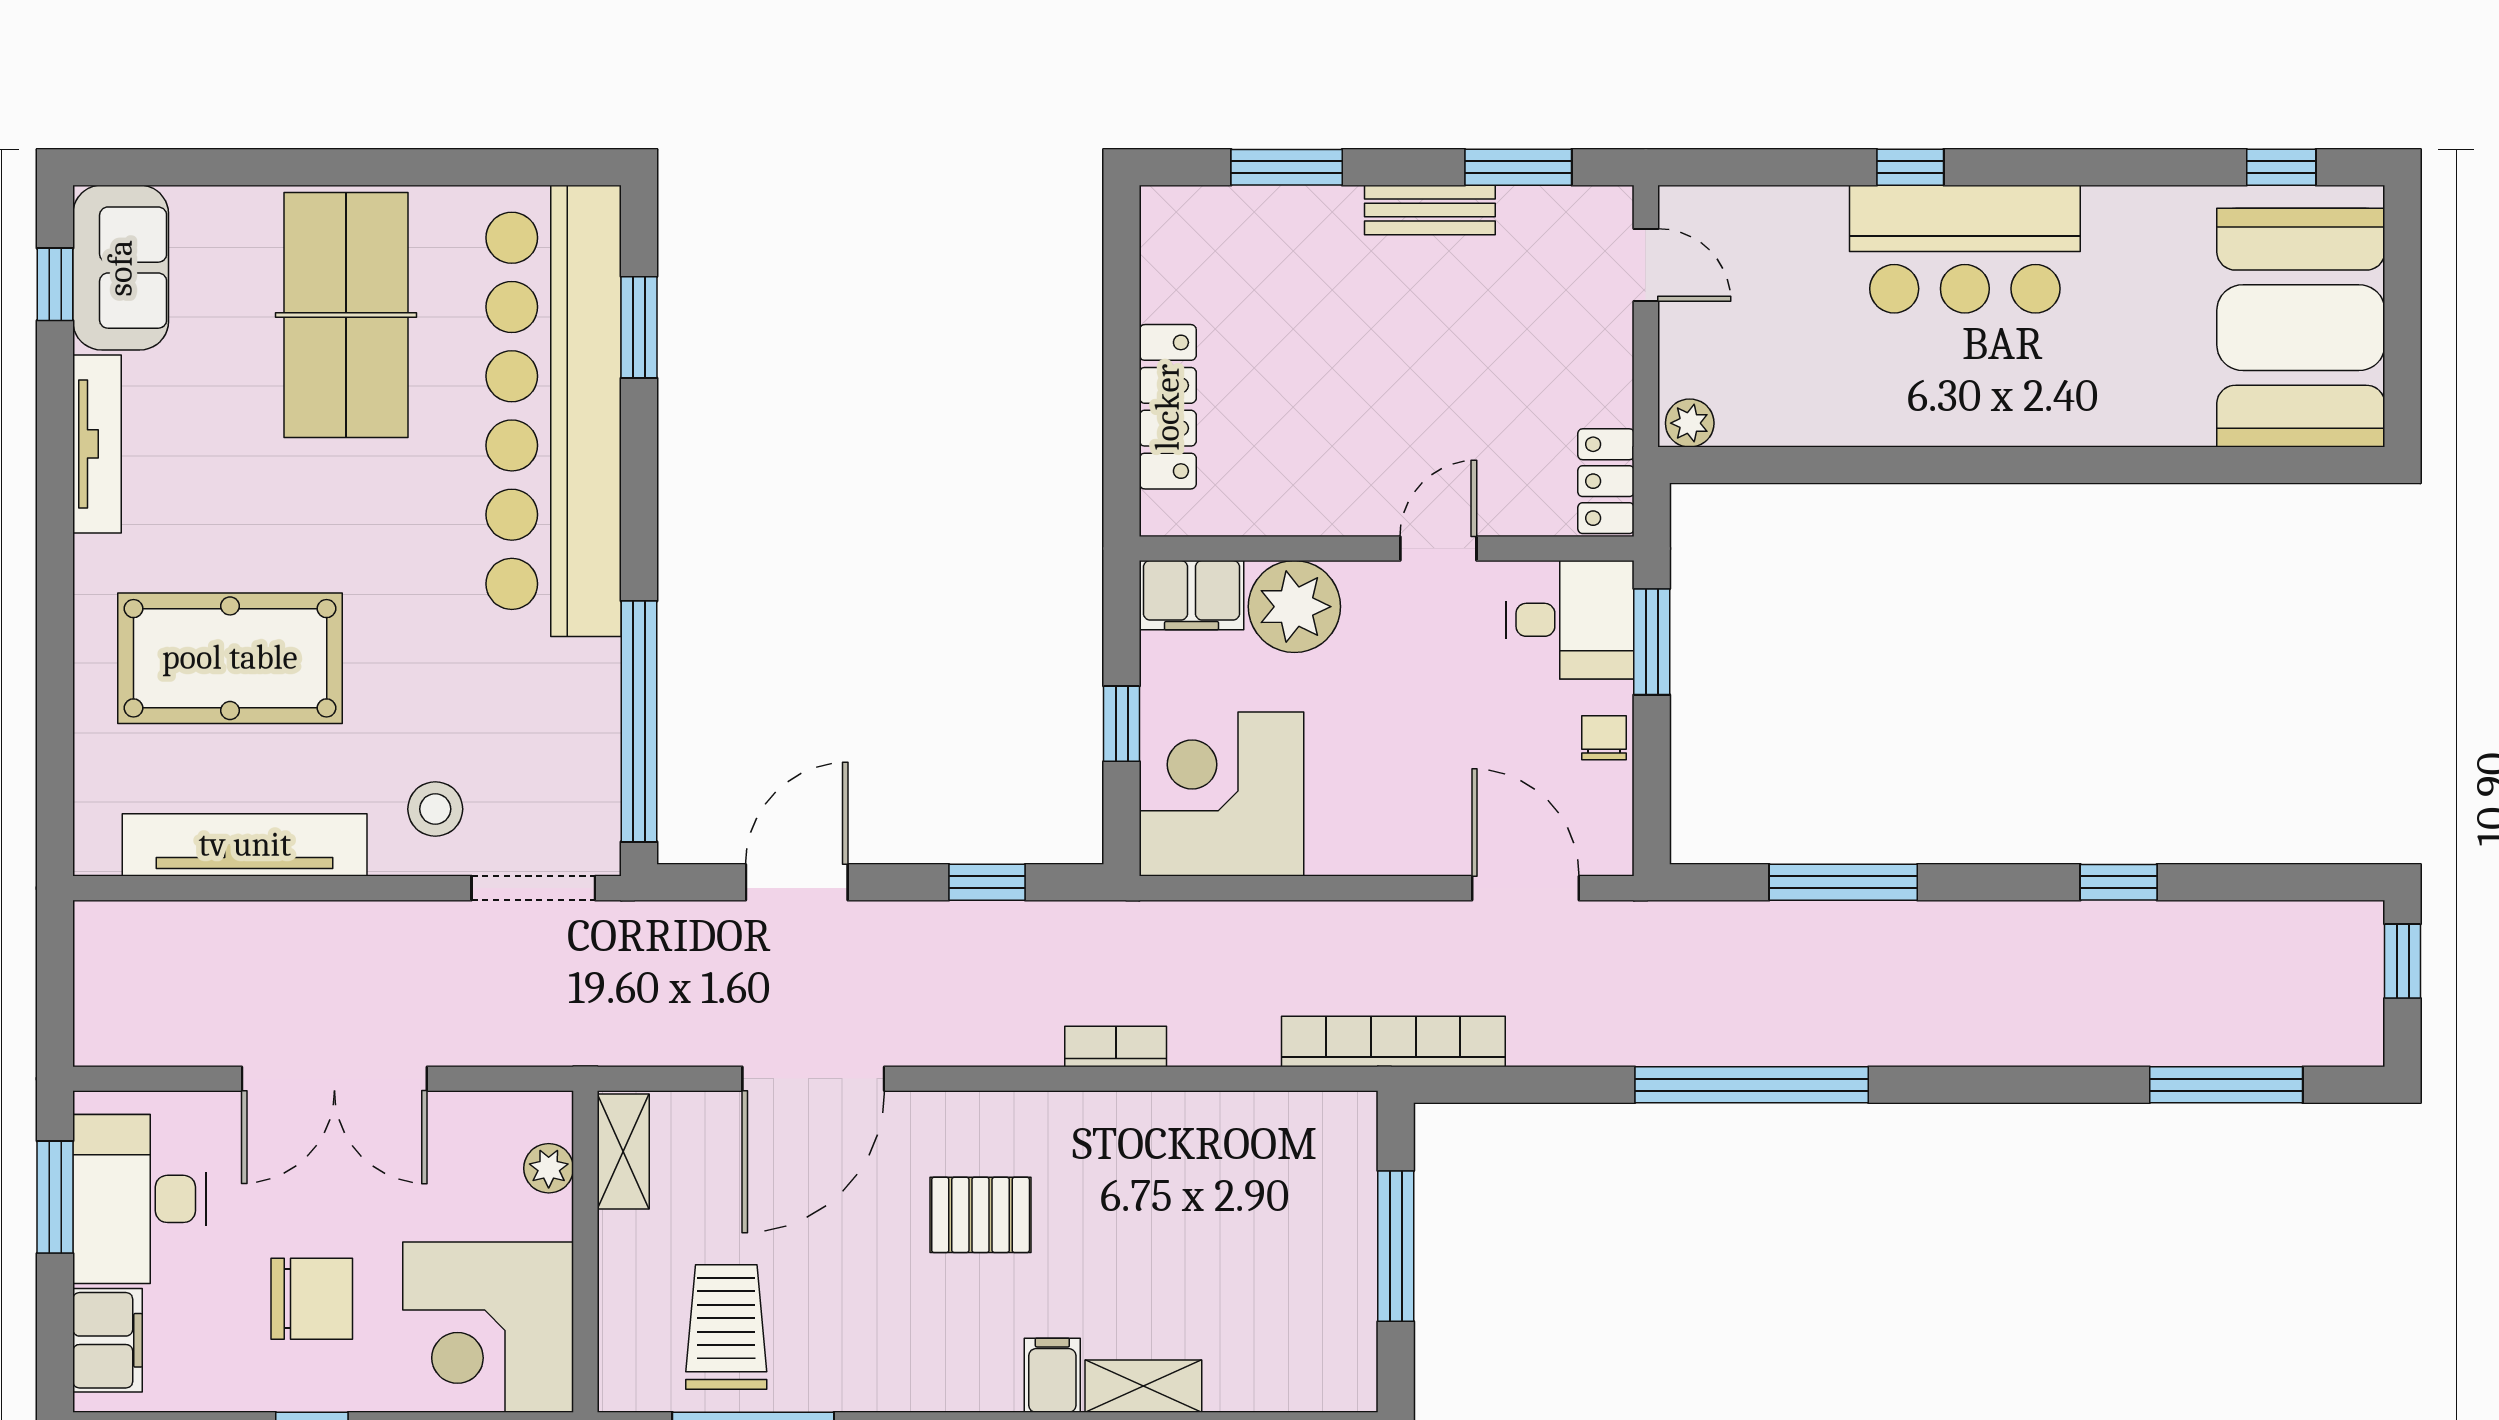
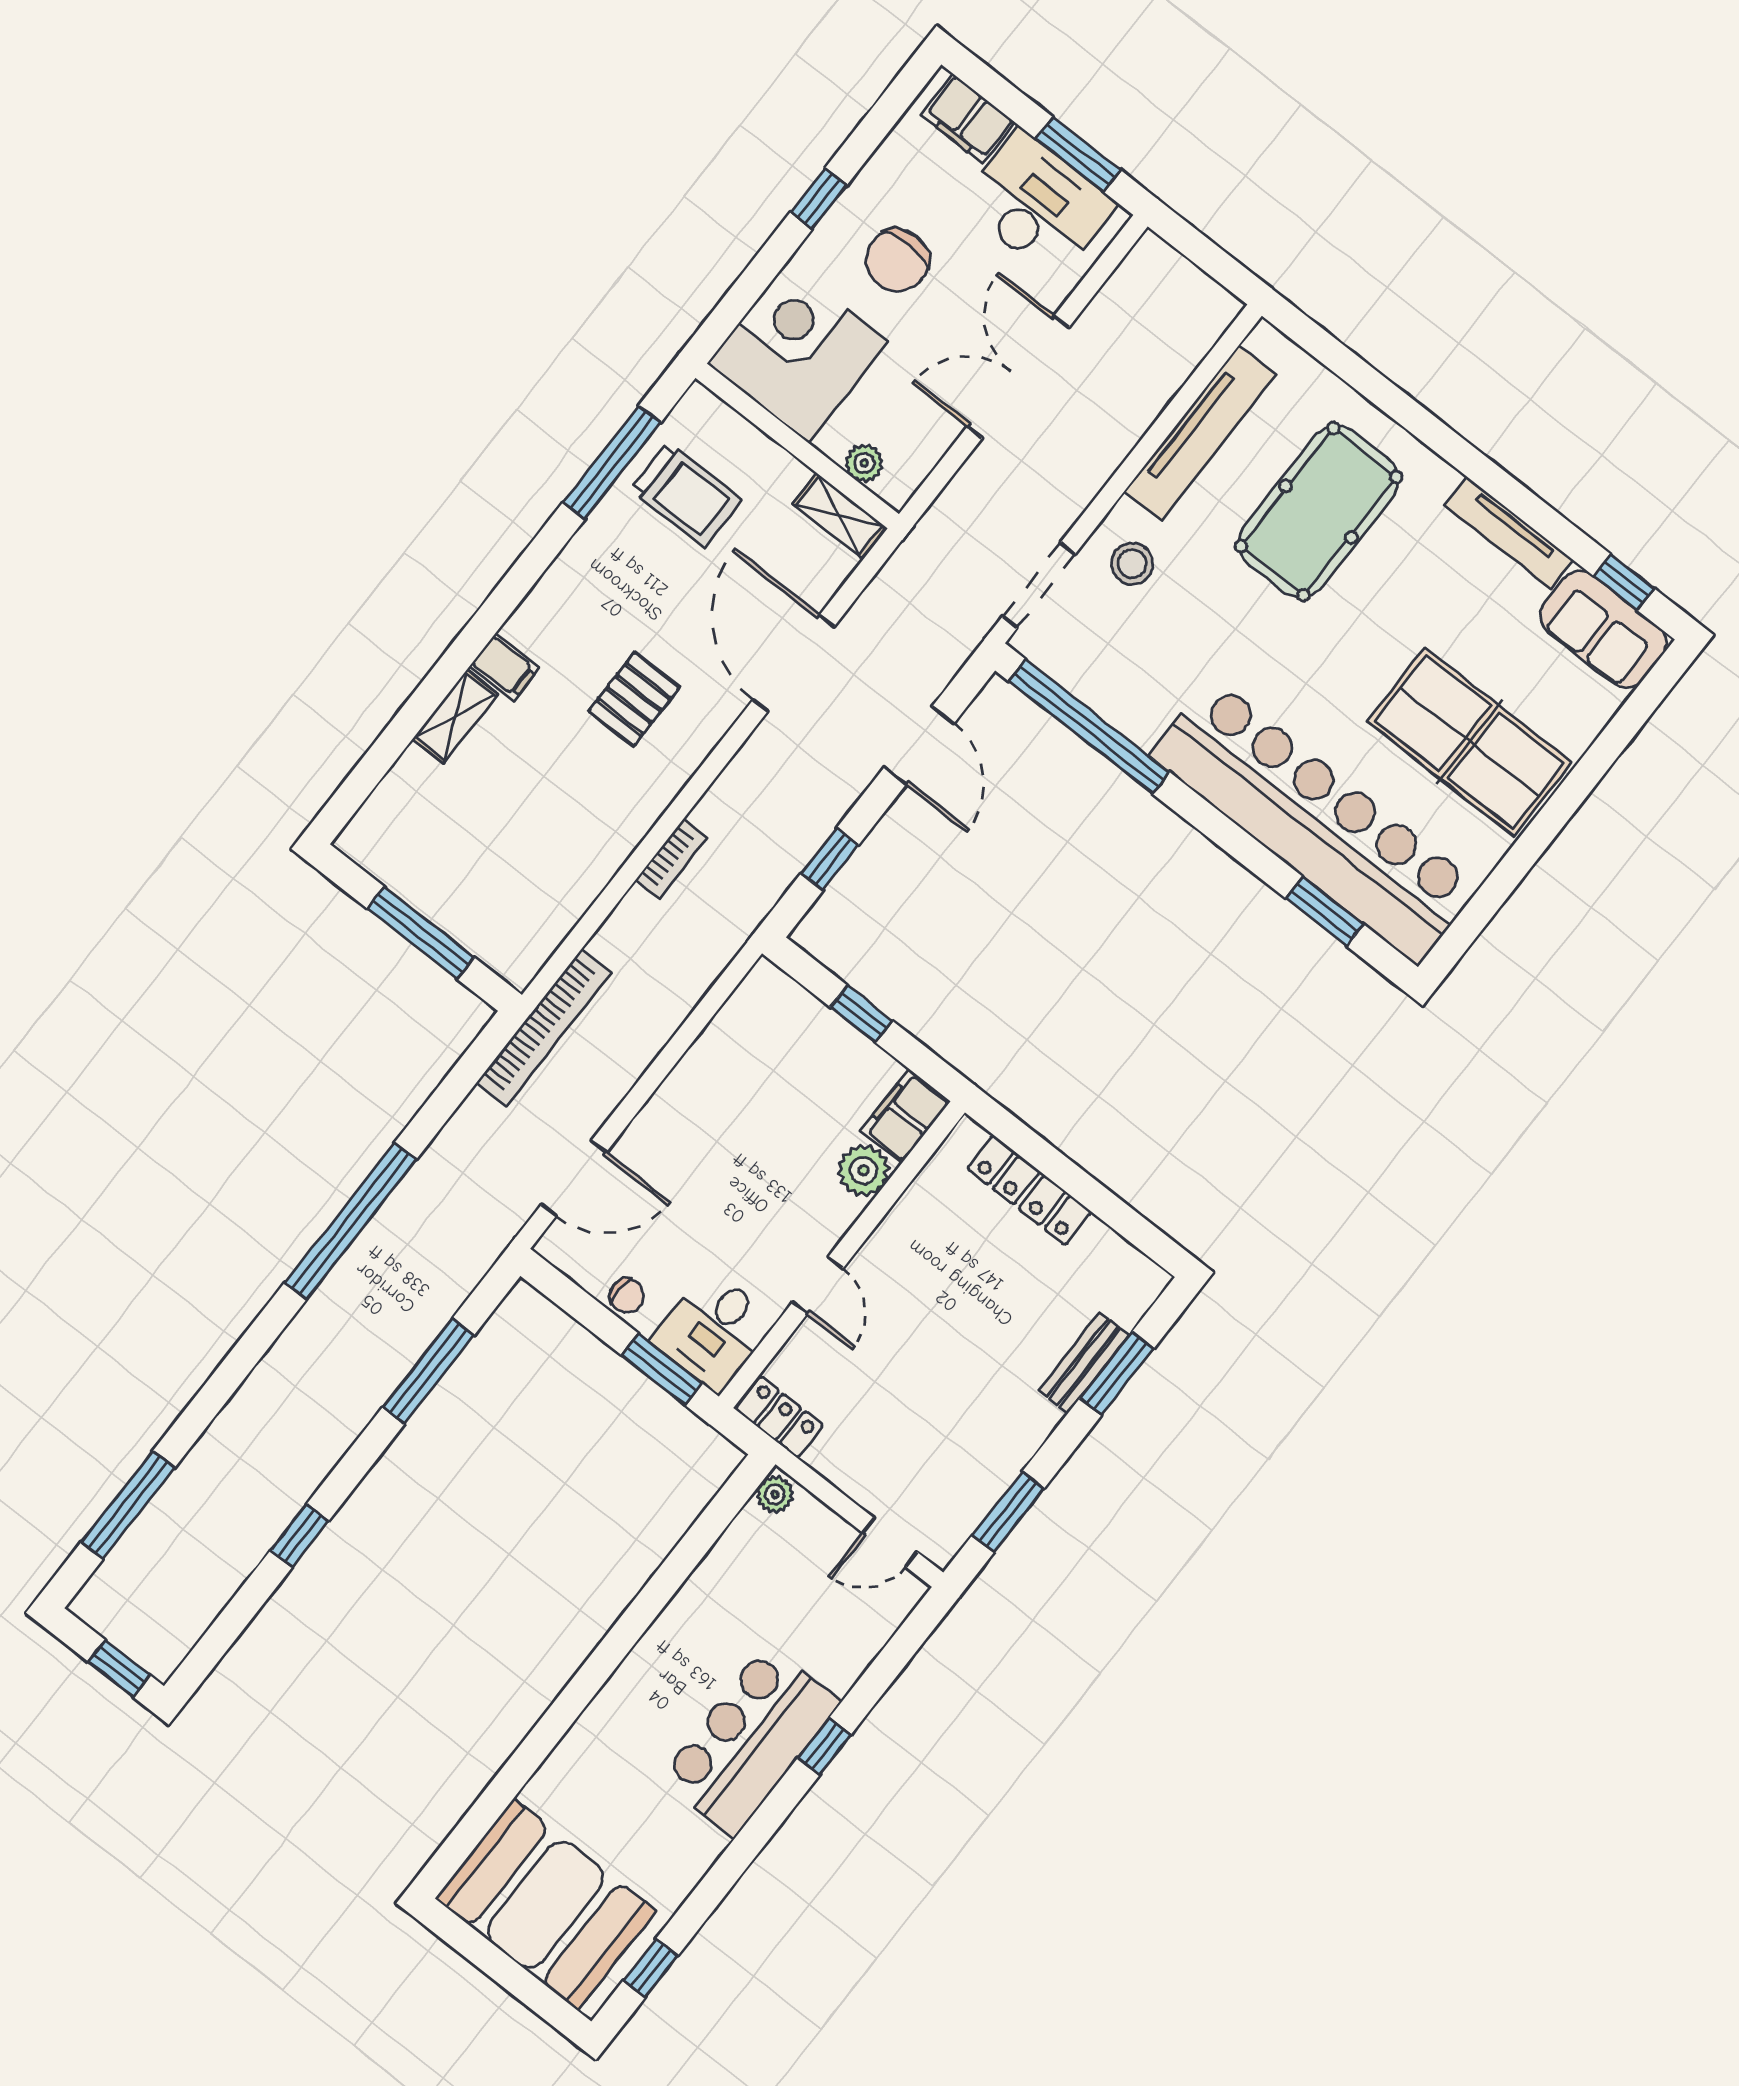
bench: (1430, 210) -> (1084, 1363), moved
plant: (1294, 607) -> (864, 1171), width x0.73, depth x0.73
corner desk: (1222, 794) -> (772, 1041), removed

